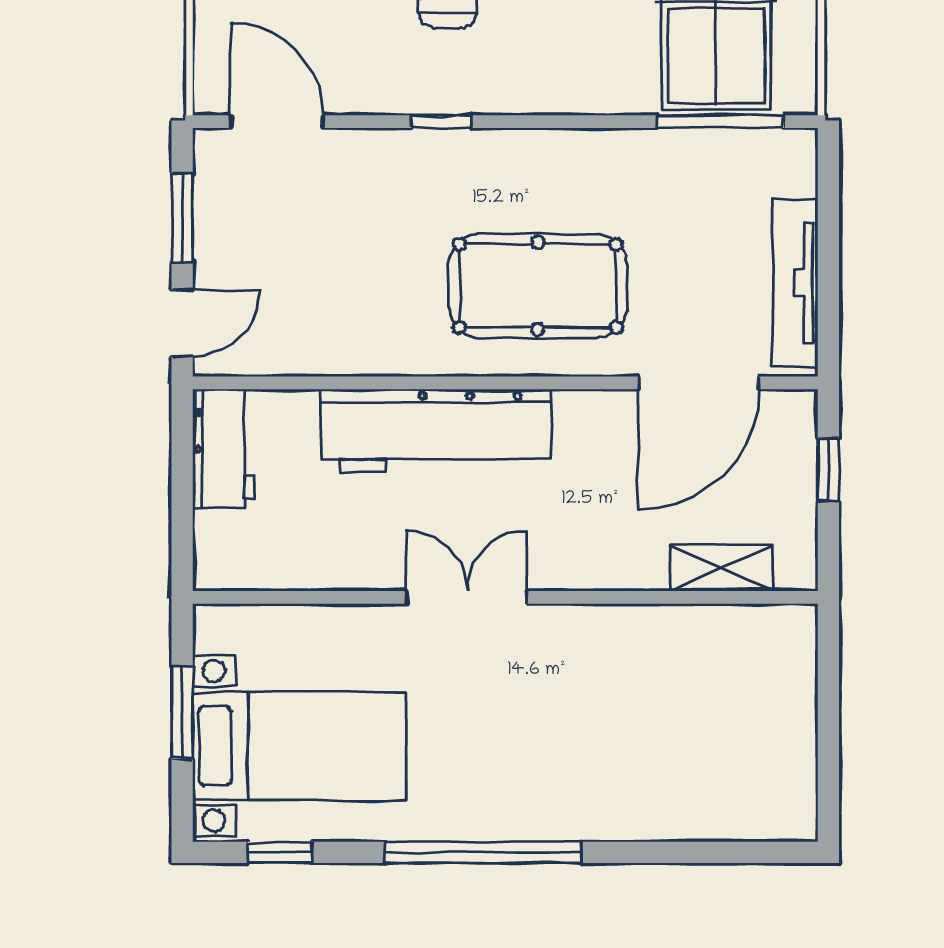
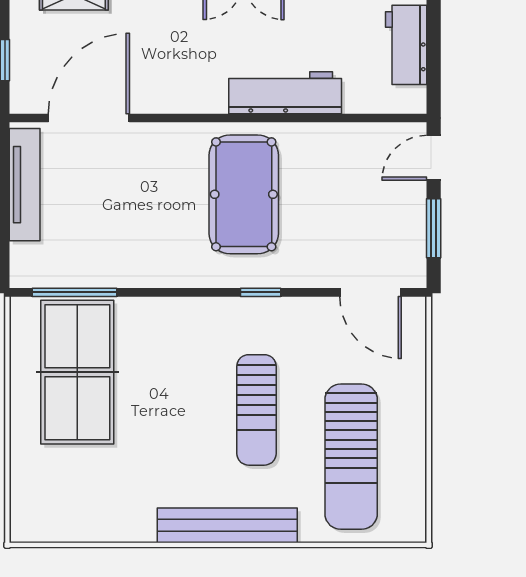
pool table: (538, 286) -> (244, 194), moved, turned 90
workbench: (435, 431) -> (285, 93), width x0.73, depth x0.76
workbench: (223, 449) -> (406, 45), moved

